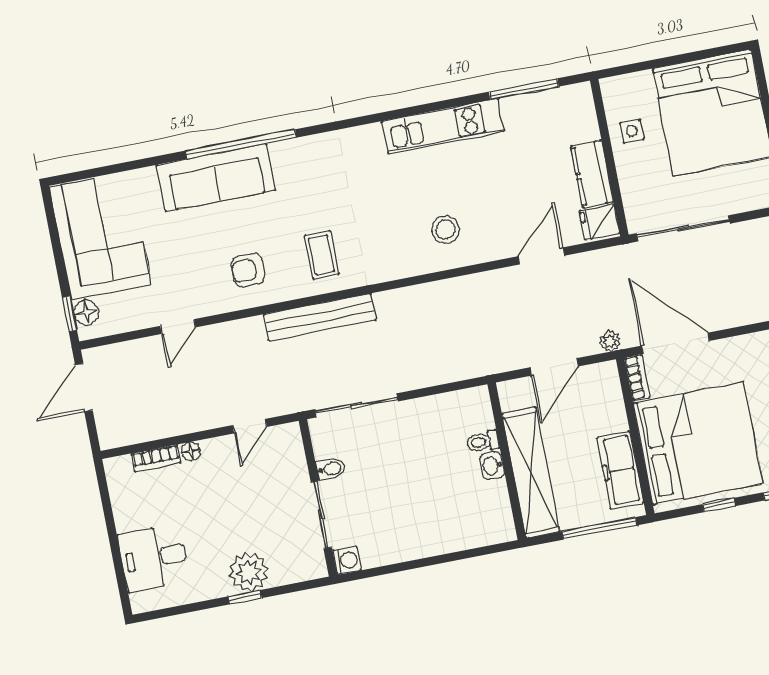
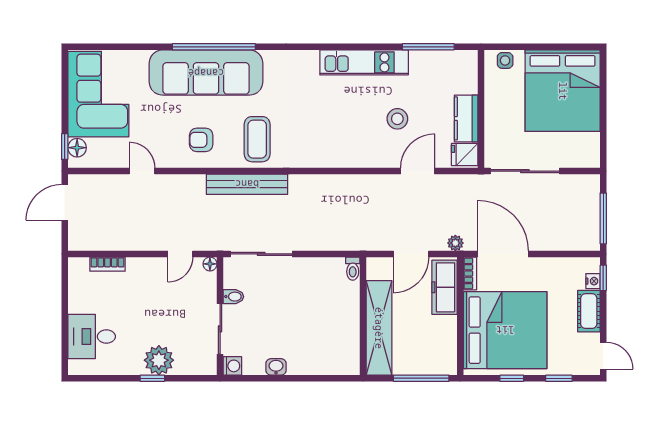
side table: (632, 131) -> (505, 60), moved
sofa: (216, 178) -> (206, 73), width x1.36, depth x1.27
stool: (446, 229) -> (397, 119), moved
coffee table: (322, 255) -> (257, 139), width x1.36, depth x1.30
door: (178, 327) -> (142, 171), swing flipped
toilet: (483, 442) -> (353, 269), moved, turned -90
floor lamp: (191, 451) -> (210, 264), moved
washbasin: (492, 466) -> (276, 367), moved, turned 90
freezer: (620, 470) -> (445, 287), moved

